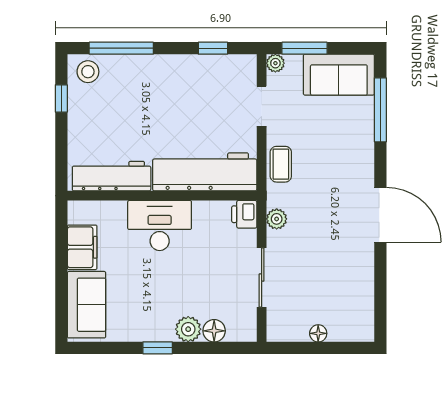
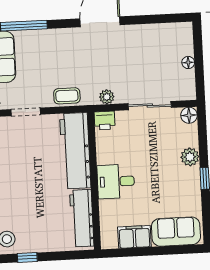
desk: (160, 225) -> (116, 181), width x0.73
floor lamp: (214, 331) -> (189, 115), moved

